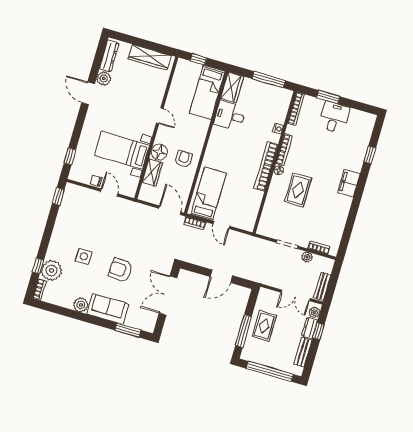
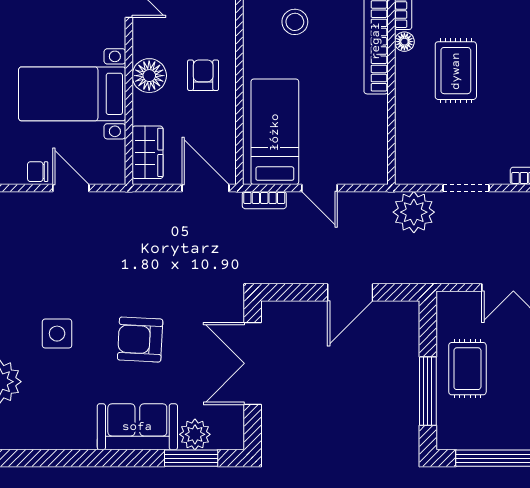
stool: (232, 147) -> (295, 22), added
wardrobe: (152, 172) -> (148, 152), moved
plant: (307, 257) -> (414, 212), moved, width x1.87, depth x1.87
plant: (81, 305) -> (195, 434), moved

